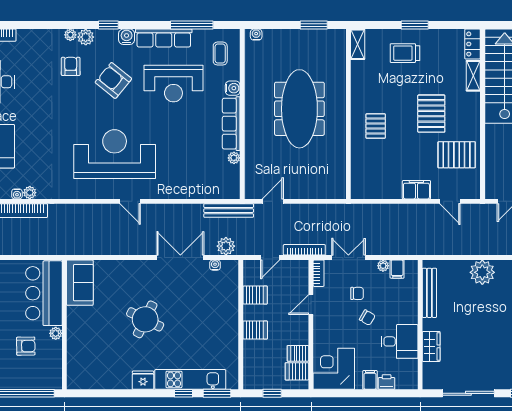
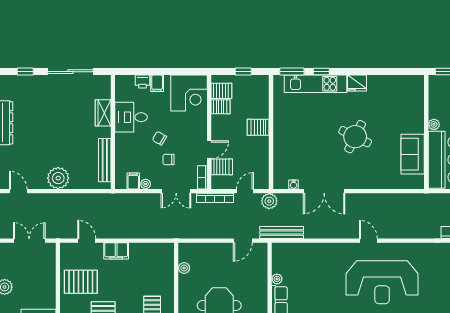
plant: (339, 170) -> (184, 268), added
plant: (226, 246) -> (269, 201), moved
sofa: (80, 283) -> (413, 154), moved
server rack: (255, 295) -> (222, 167), moved, turned 180

